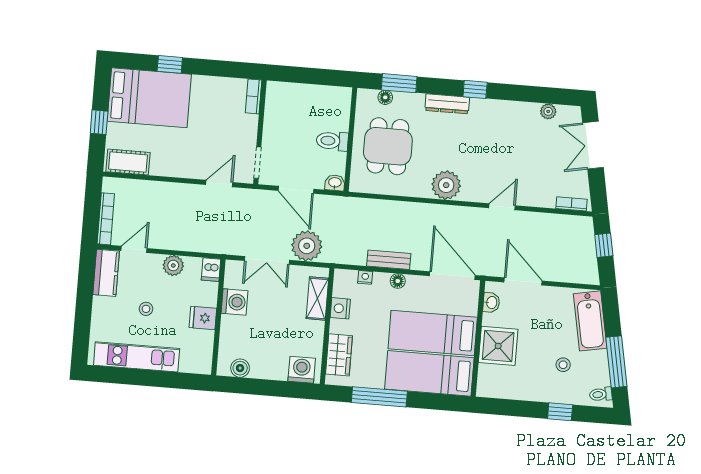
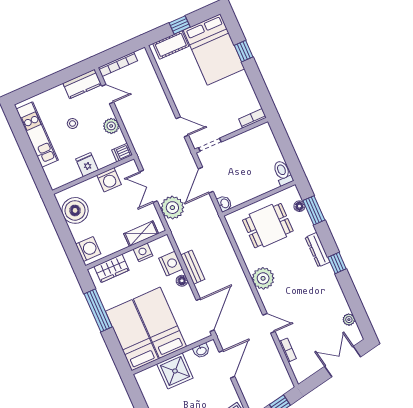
toilet: (332, 141) -> (283, 173), moved
cot: (128, 162) -> (171, 45), moved, turned 90
bookcase: (572, 204) -> (288, 350), moved
nightstand: (365, 277) -> (171, 264), width x1.89, depth x1.79
boiler: (240, 368) -> (75, 210), width x1.86, depth x1.86

